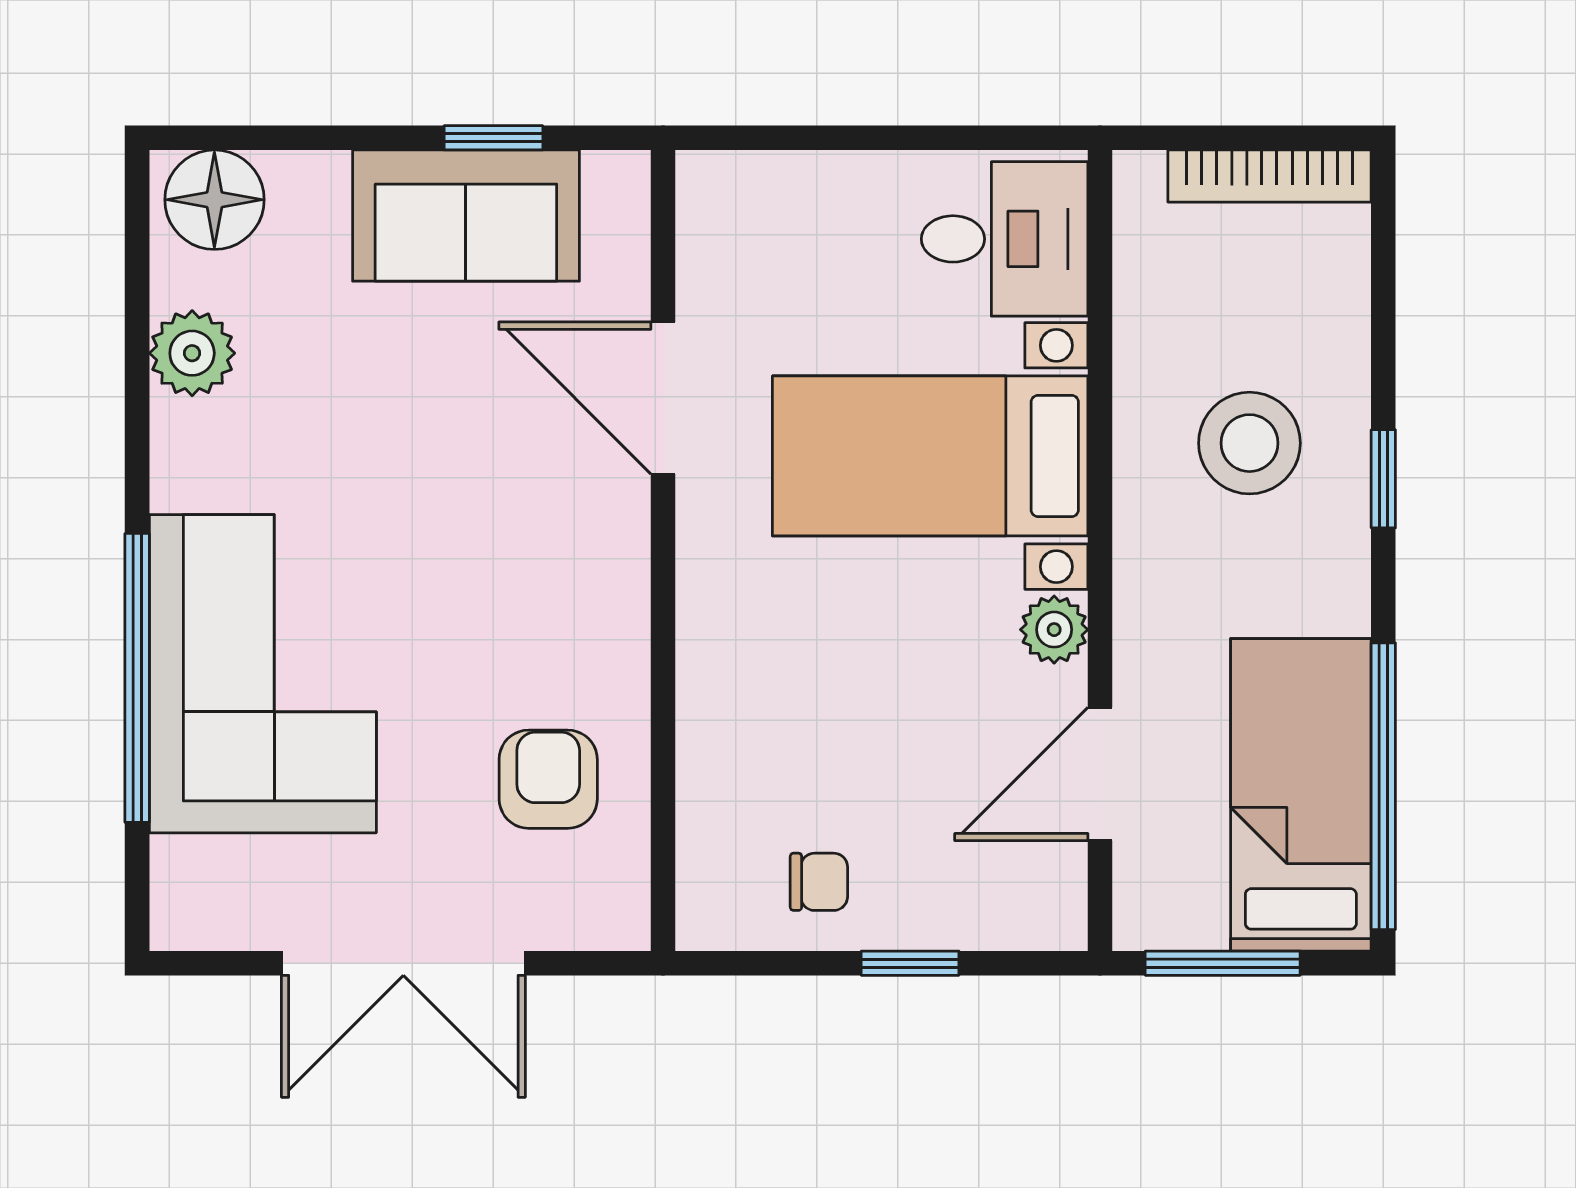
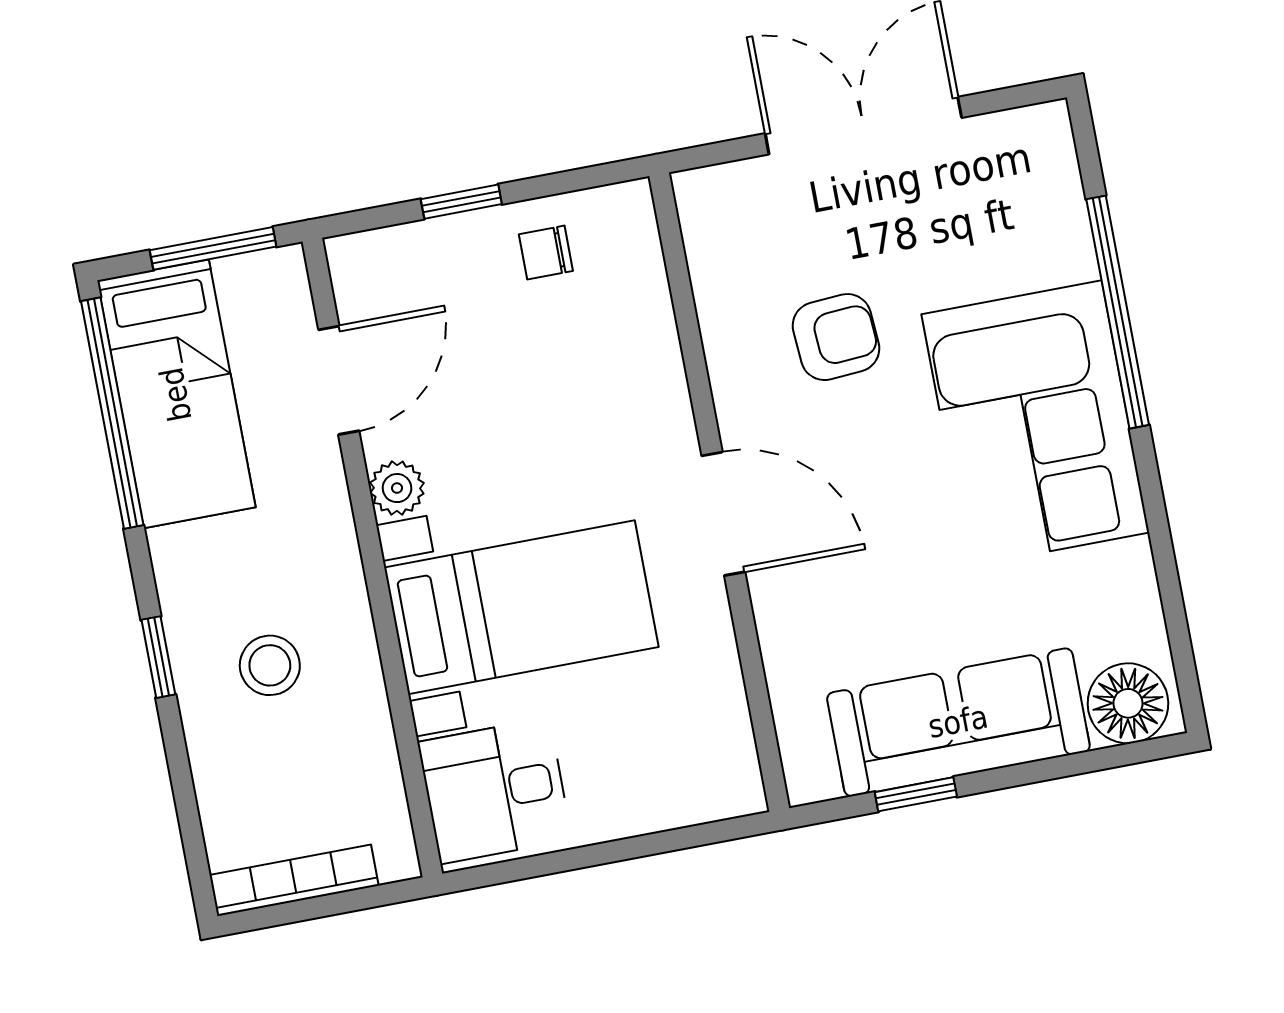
sofa: (466, 216) -> (958, 722), width x1.36
plant: (192, 353) -> (1123, 578), removed
door: (663, 398) -> (723, 514), moved
stool: (1249, 443) -> (270, 665), width x0.73, depth x0.73
corner sofa: (263, 674) -> (1035, 423), moved
armchair: (548, 779) -> (836, 337), moved, turned -94

